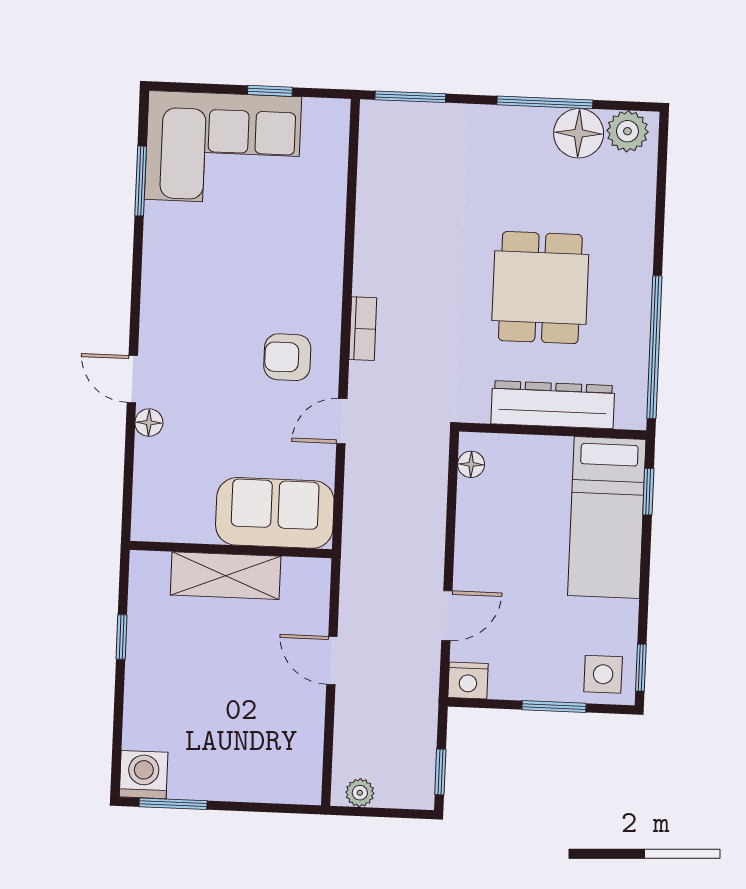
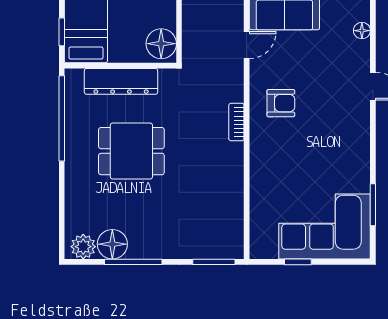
dining table: (540, 288) -> (131, 151), turned 90
door: (342, 421) -> (247, 45), moved
floor lamp: (149, 423) -> (362, 31), moved
floor lamp: (471, 464) -> (161, 44), width x1.89, depth x1.89

